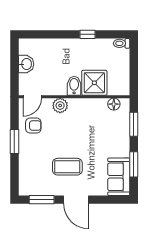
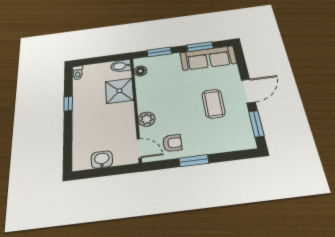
bidet: (74, 86) -> (121, 66), moved
armchair: (33, 126) -> (172, 143), turned 90
sofa: (119, 177) -> (208, 58), width x1.36

